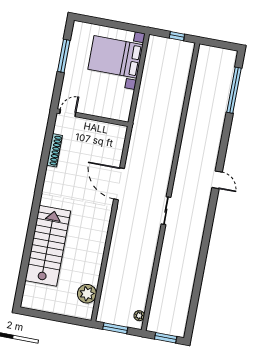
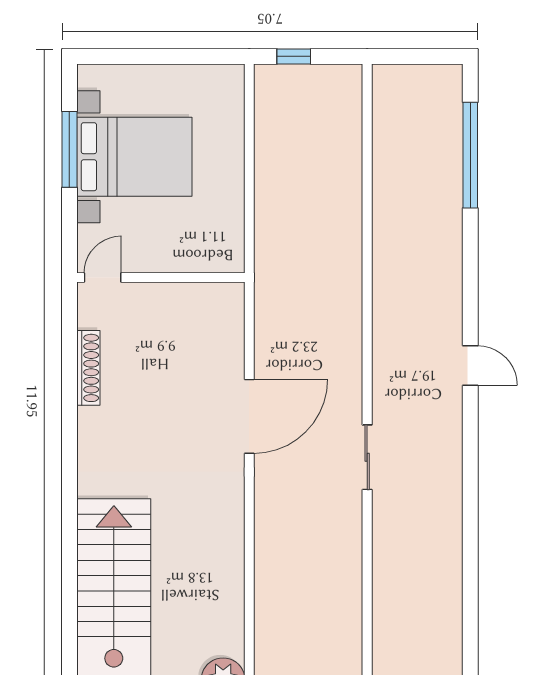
window: (177, 36) -> (294, 56), moved
bed with nightstands: (115, 57) -> (134, 157), moved, turned 180
door: (119, 184) -> (249, 416), swing flipped

